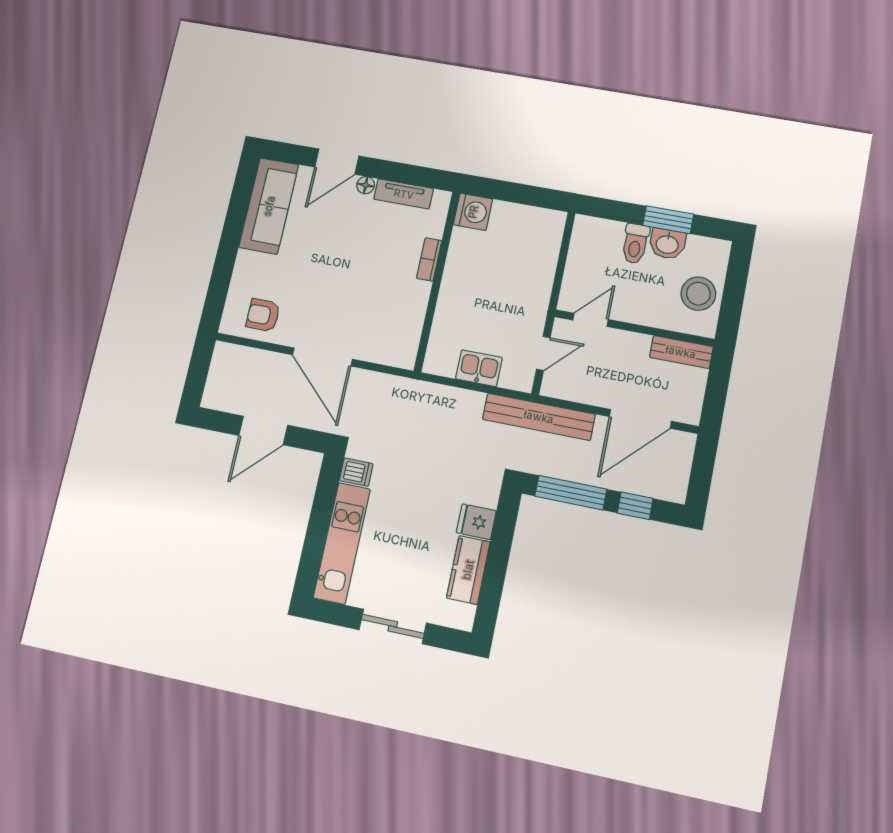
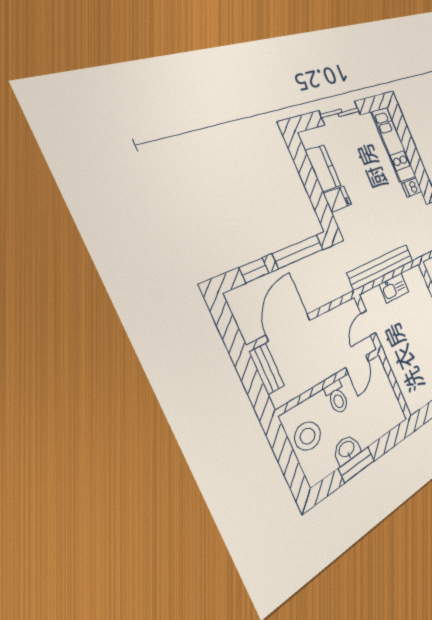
toilet: (635, 244) -> (337, 397), moved, turned 180
bench: (681, 352) -> (267, 369), moved, turned 90
bench: (539, 417) -> (381, 267), moved

